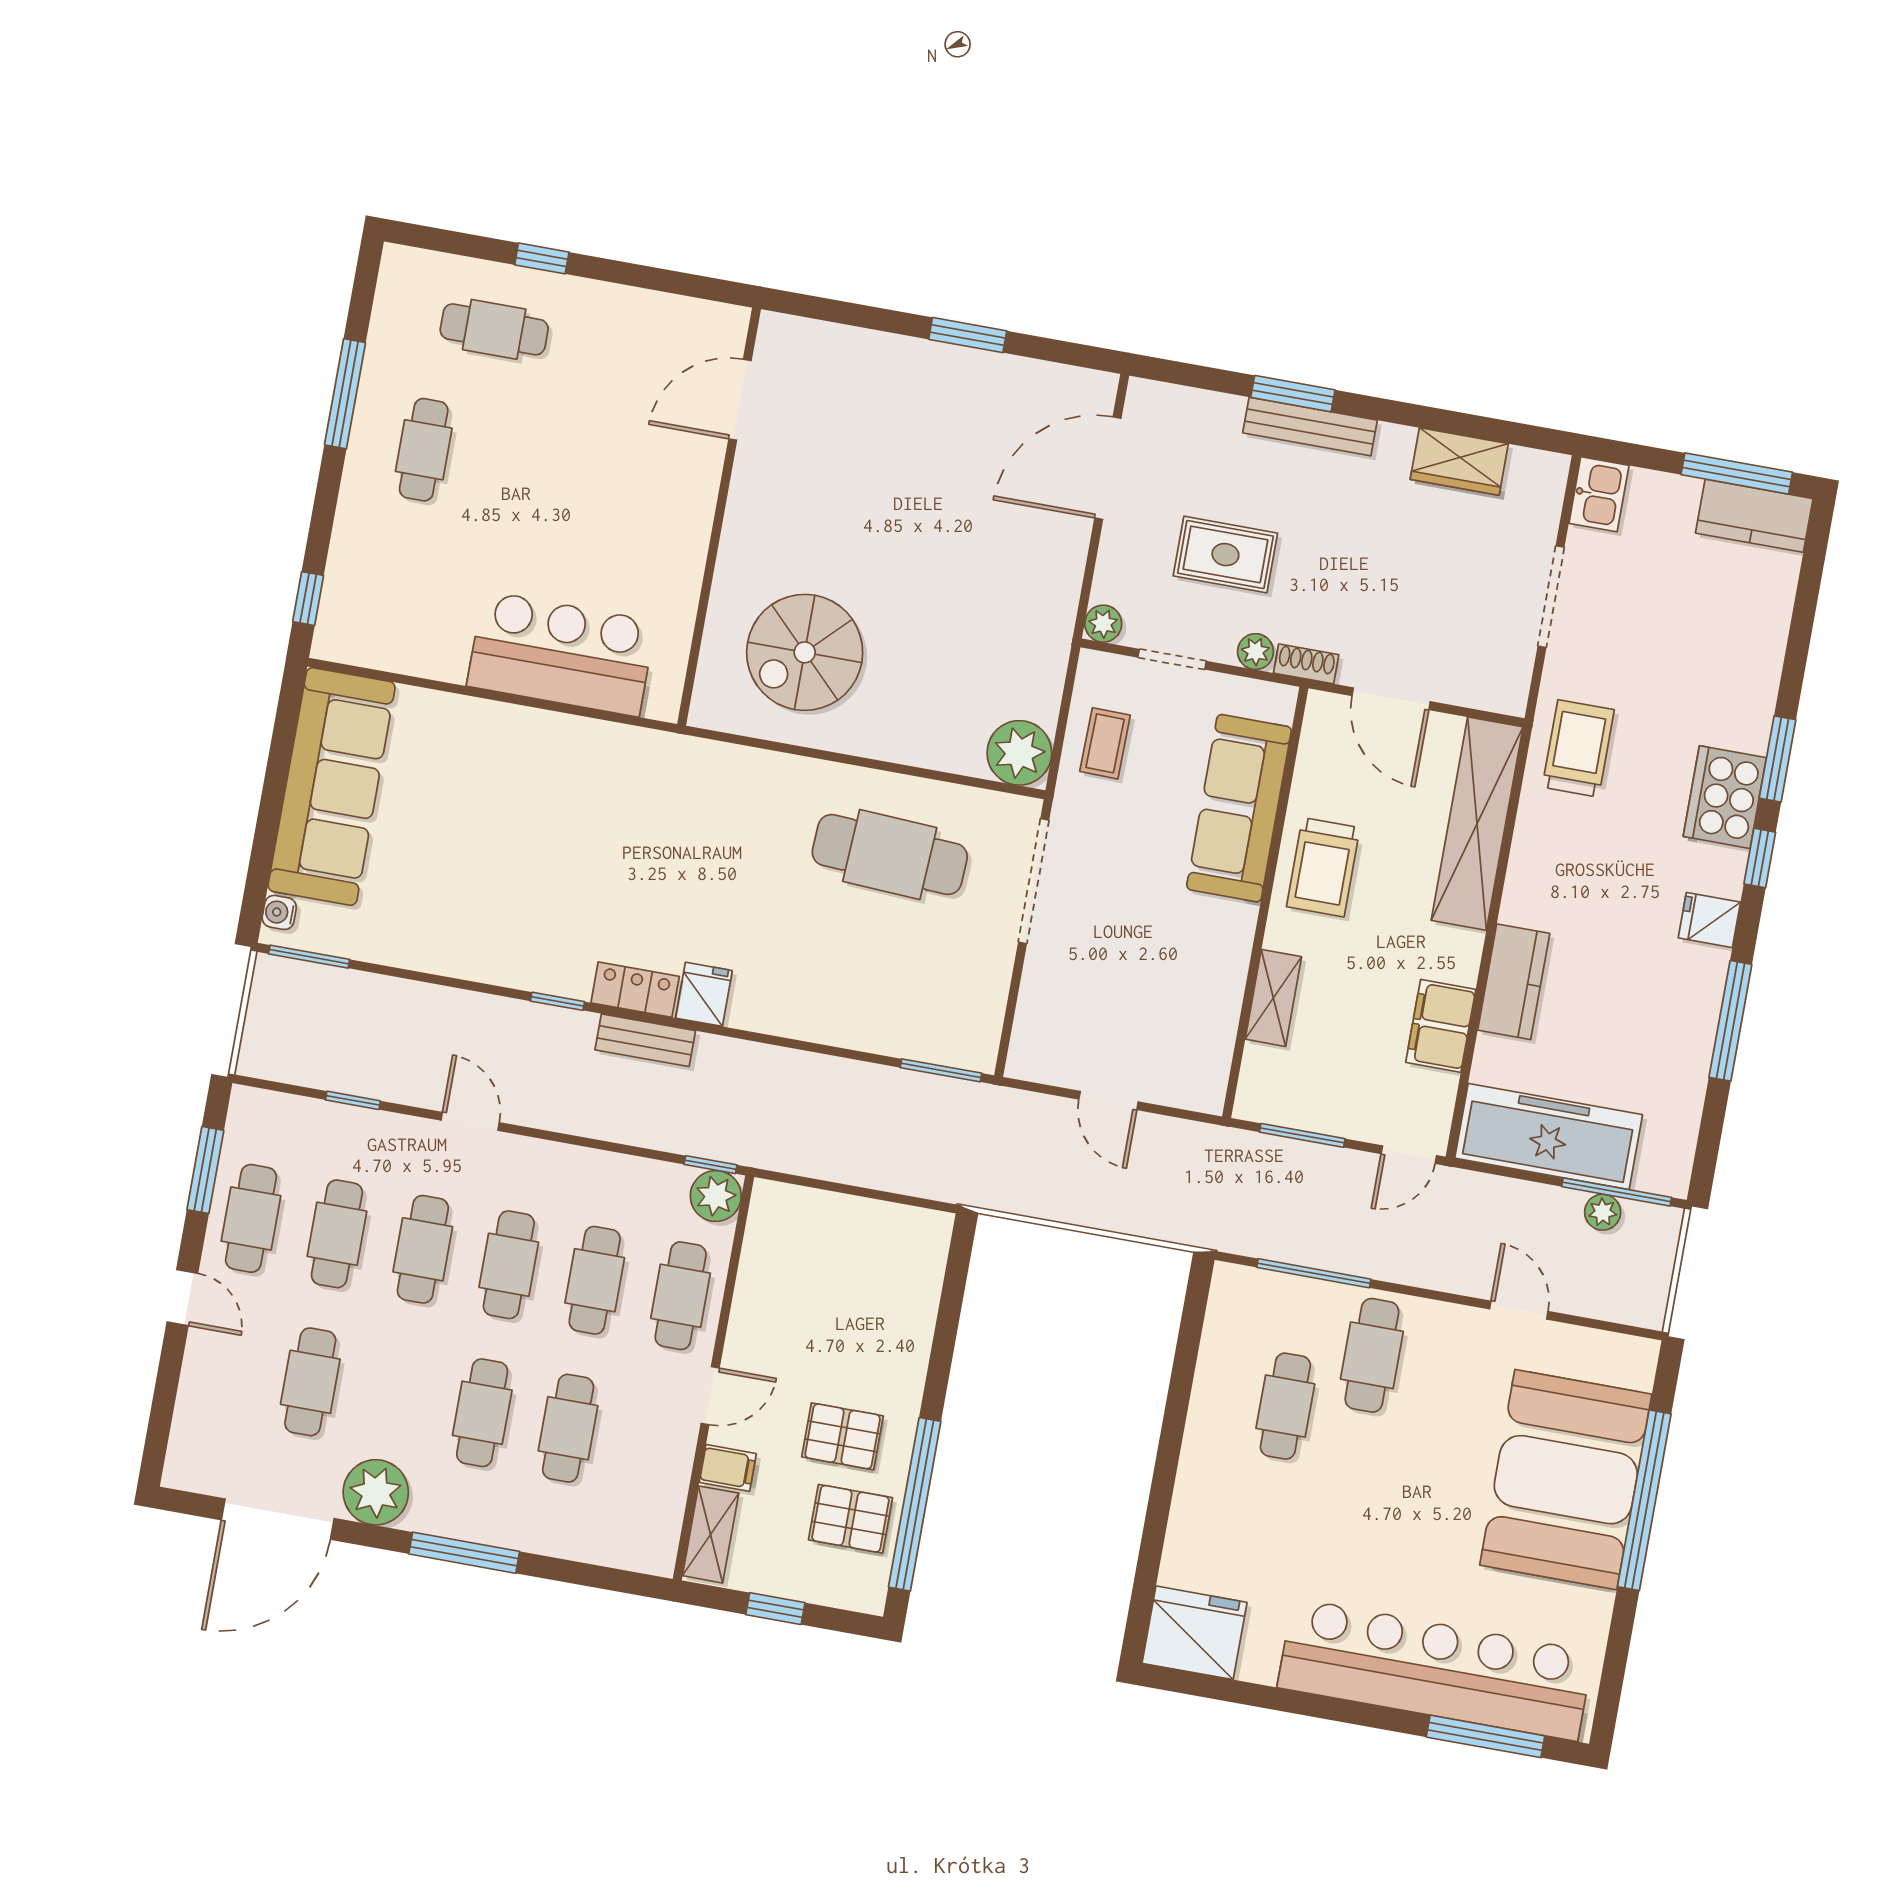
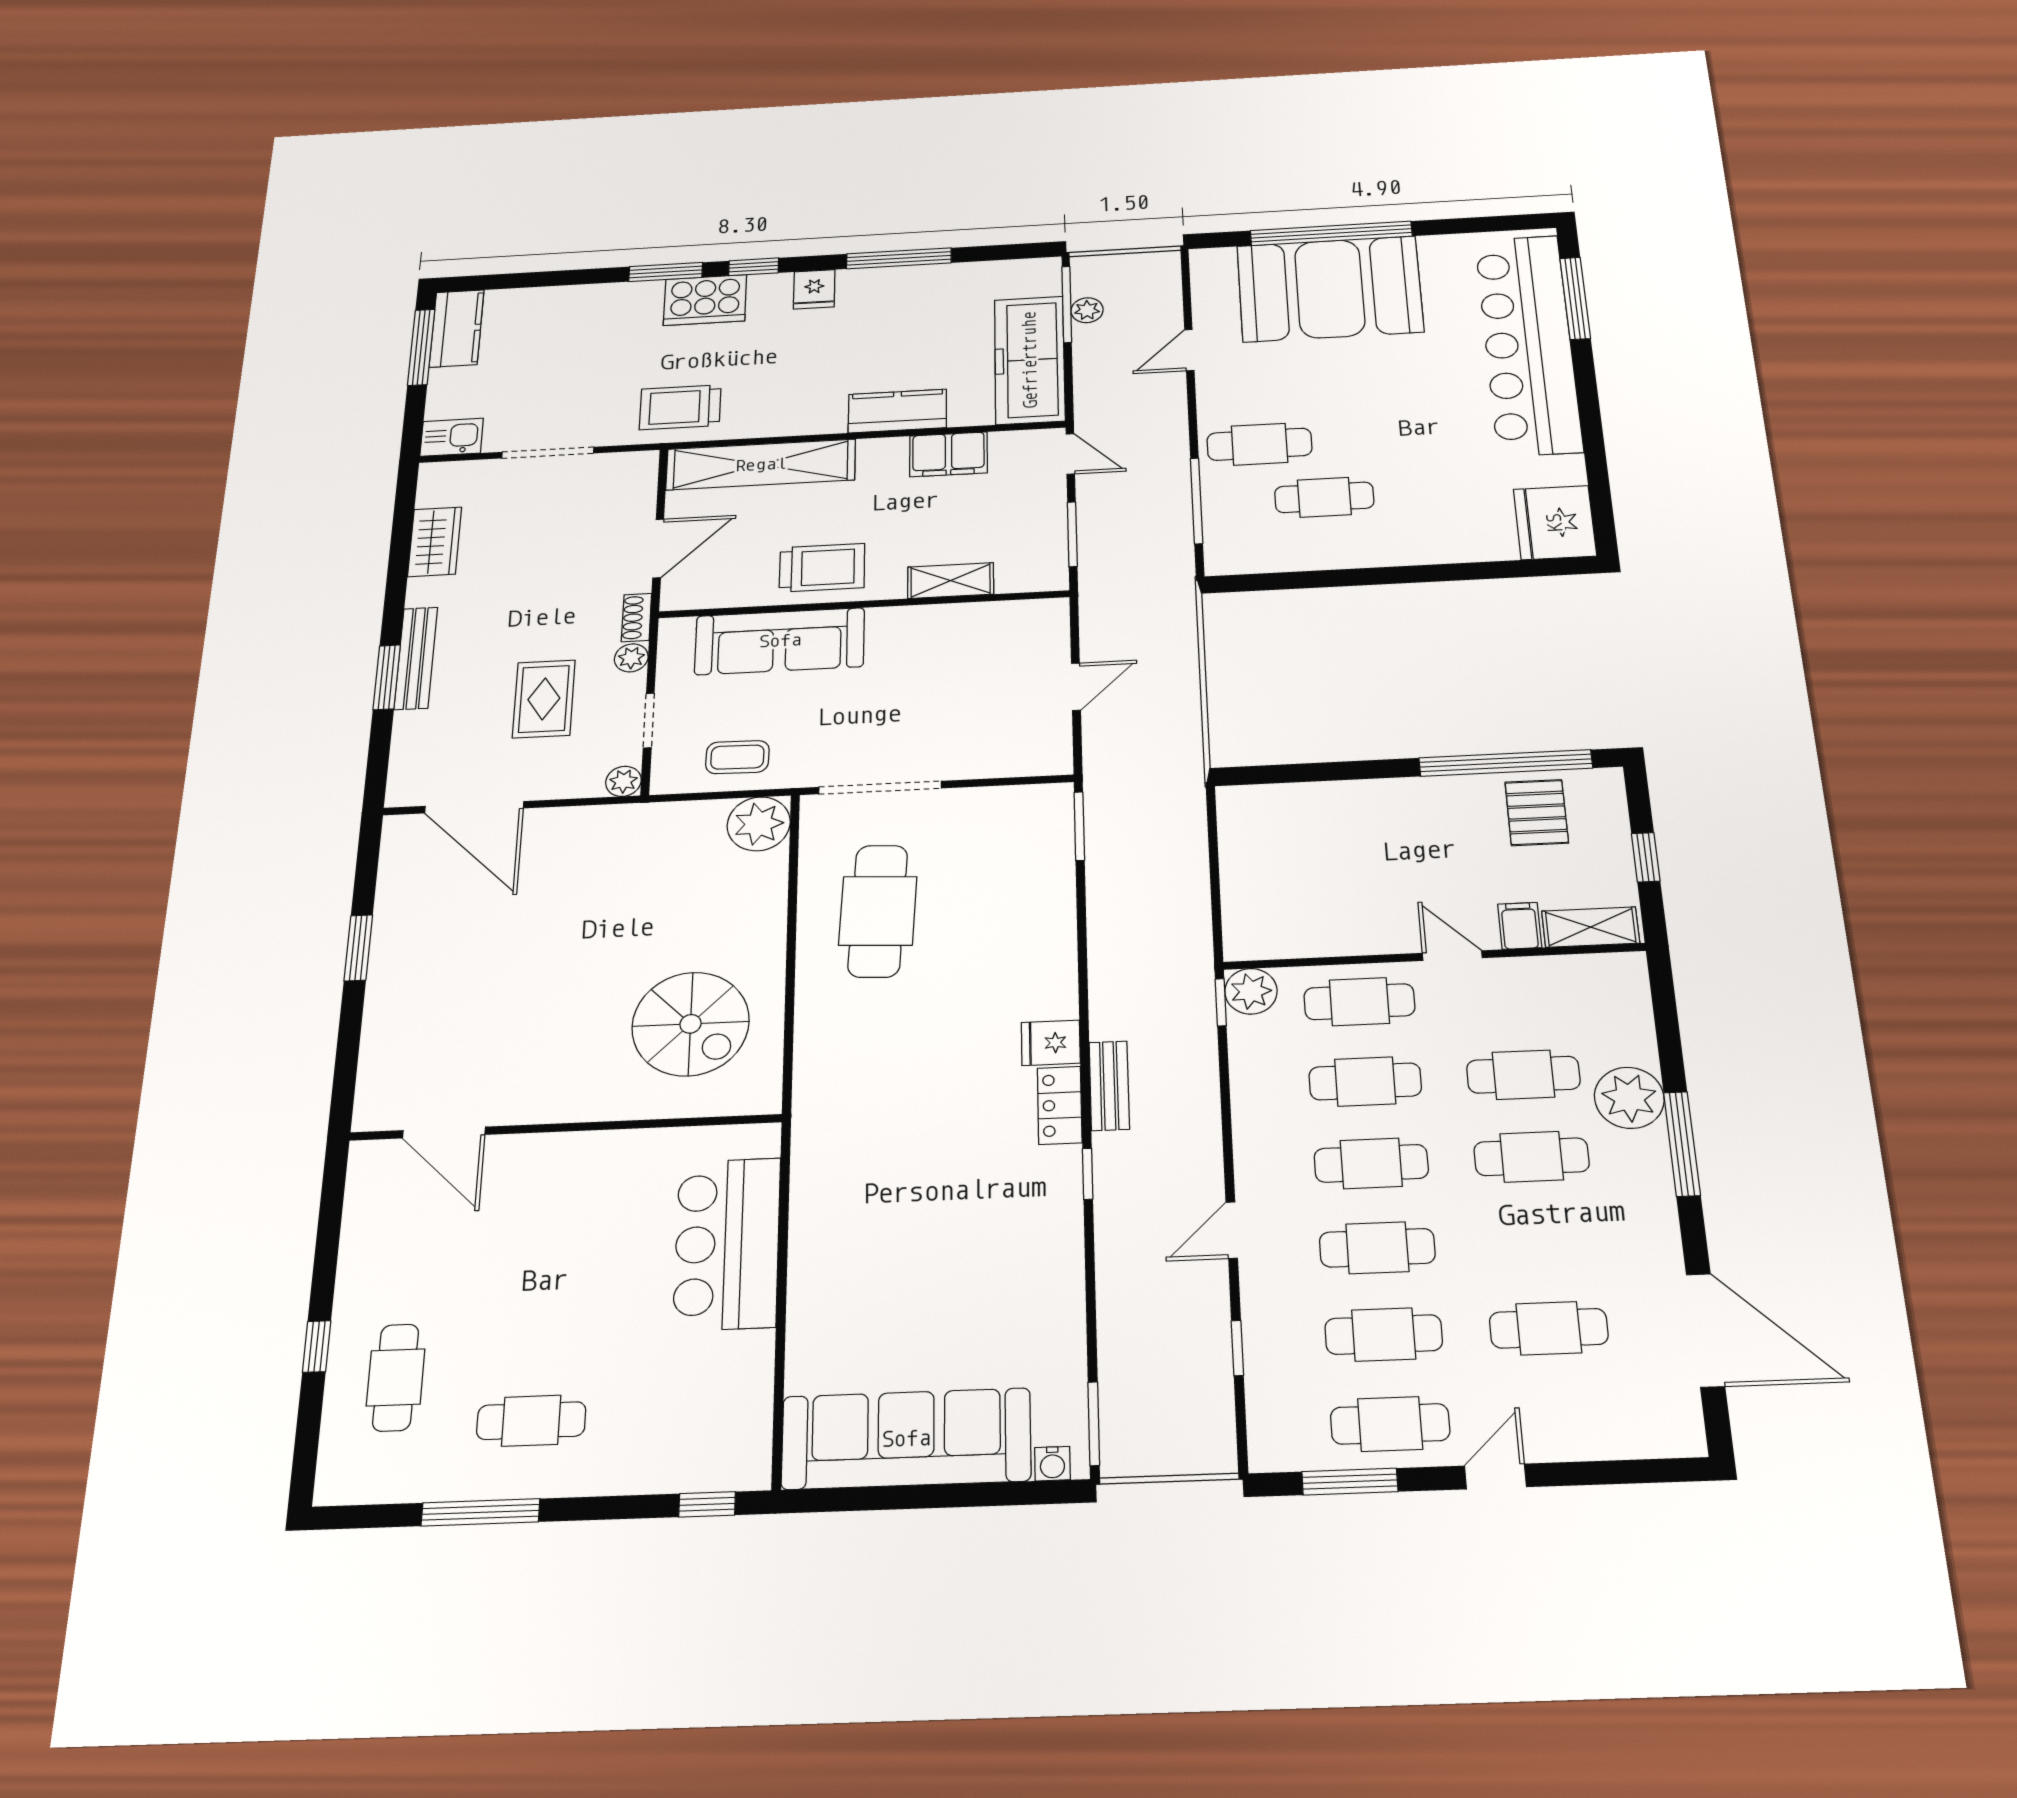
pallet: (843, 1436) -> (1458, 835), removed
plant: (376, 1492) -> (1629, 1098), moved

